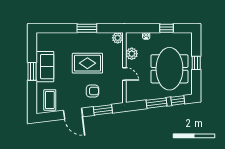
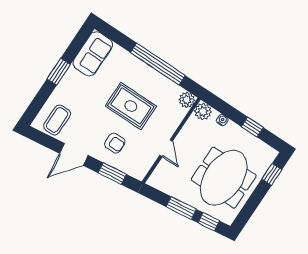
window: (87, 28) -> (158, 64), width x2.11
plant: (132, 54) -> (203, 112), moved
window: (196, 63) -> (272, 174), moved
sofa: (45, 67) -> (93, 54), moved
door: (73, 114) -> (74, 154), hinge flipped

